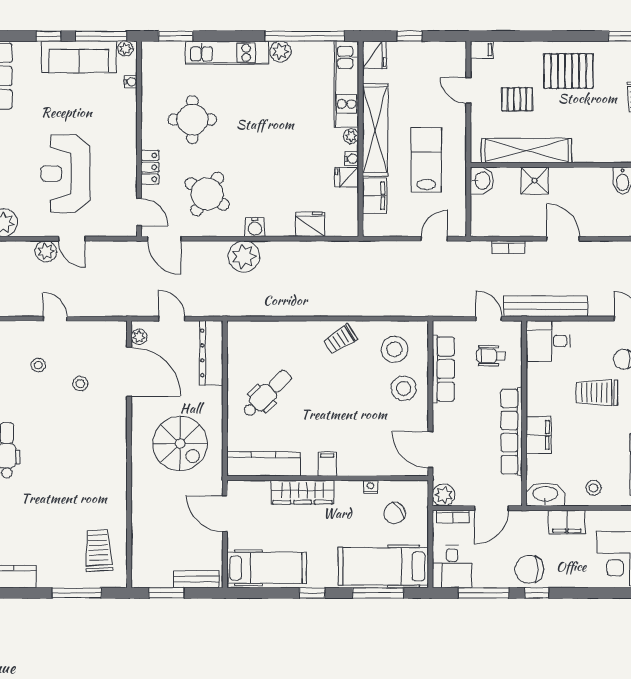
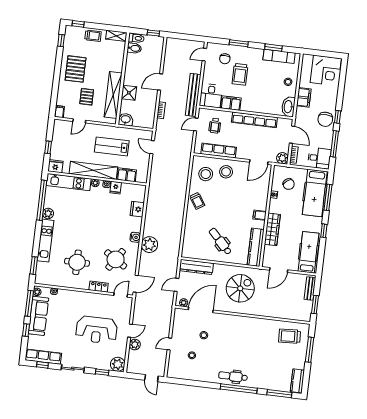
filing cabinet: (539, 435) -> (231, 103), moved

